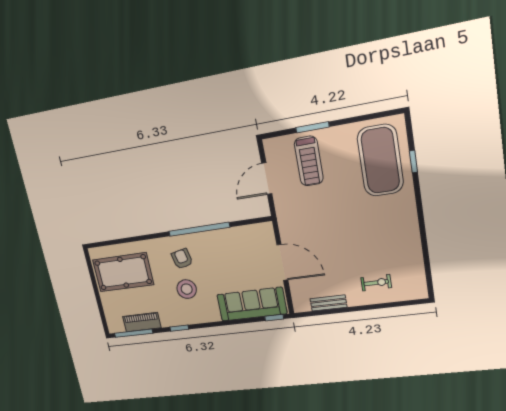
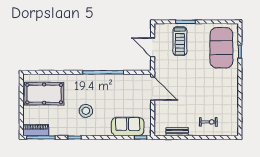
door: (267, 179) -> (153, 47), hinge flipped
armchair: (182, 259) -> (87, 90), removed
door: (282, 262) -> (153, 89), moved
sofa: (252, 304) -> (128, 127), width x0.73
piano: (142, 322) -> (36, 130), moved

